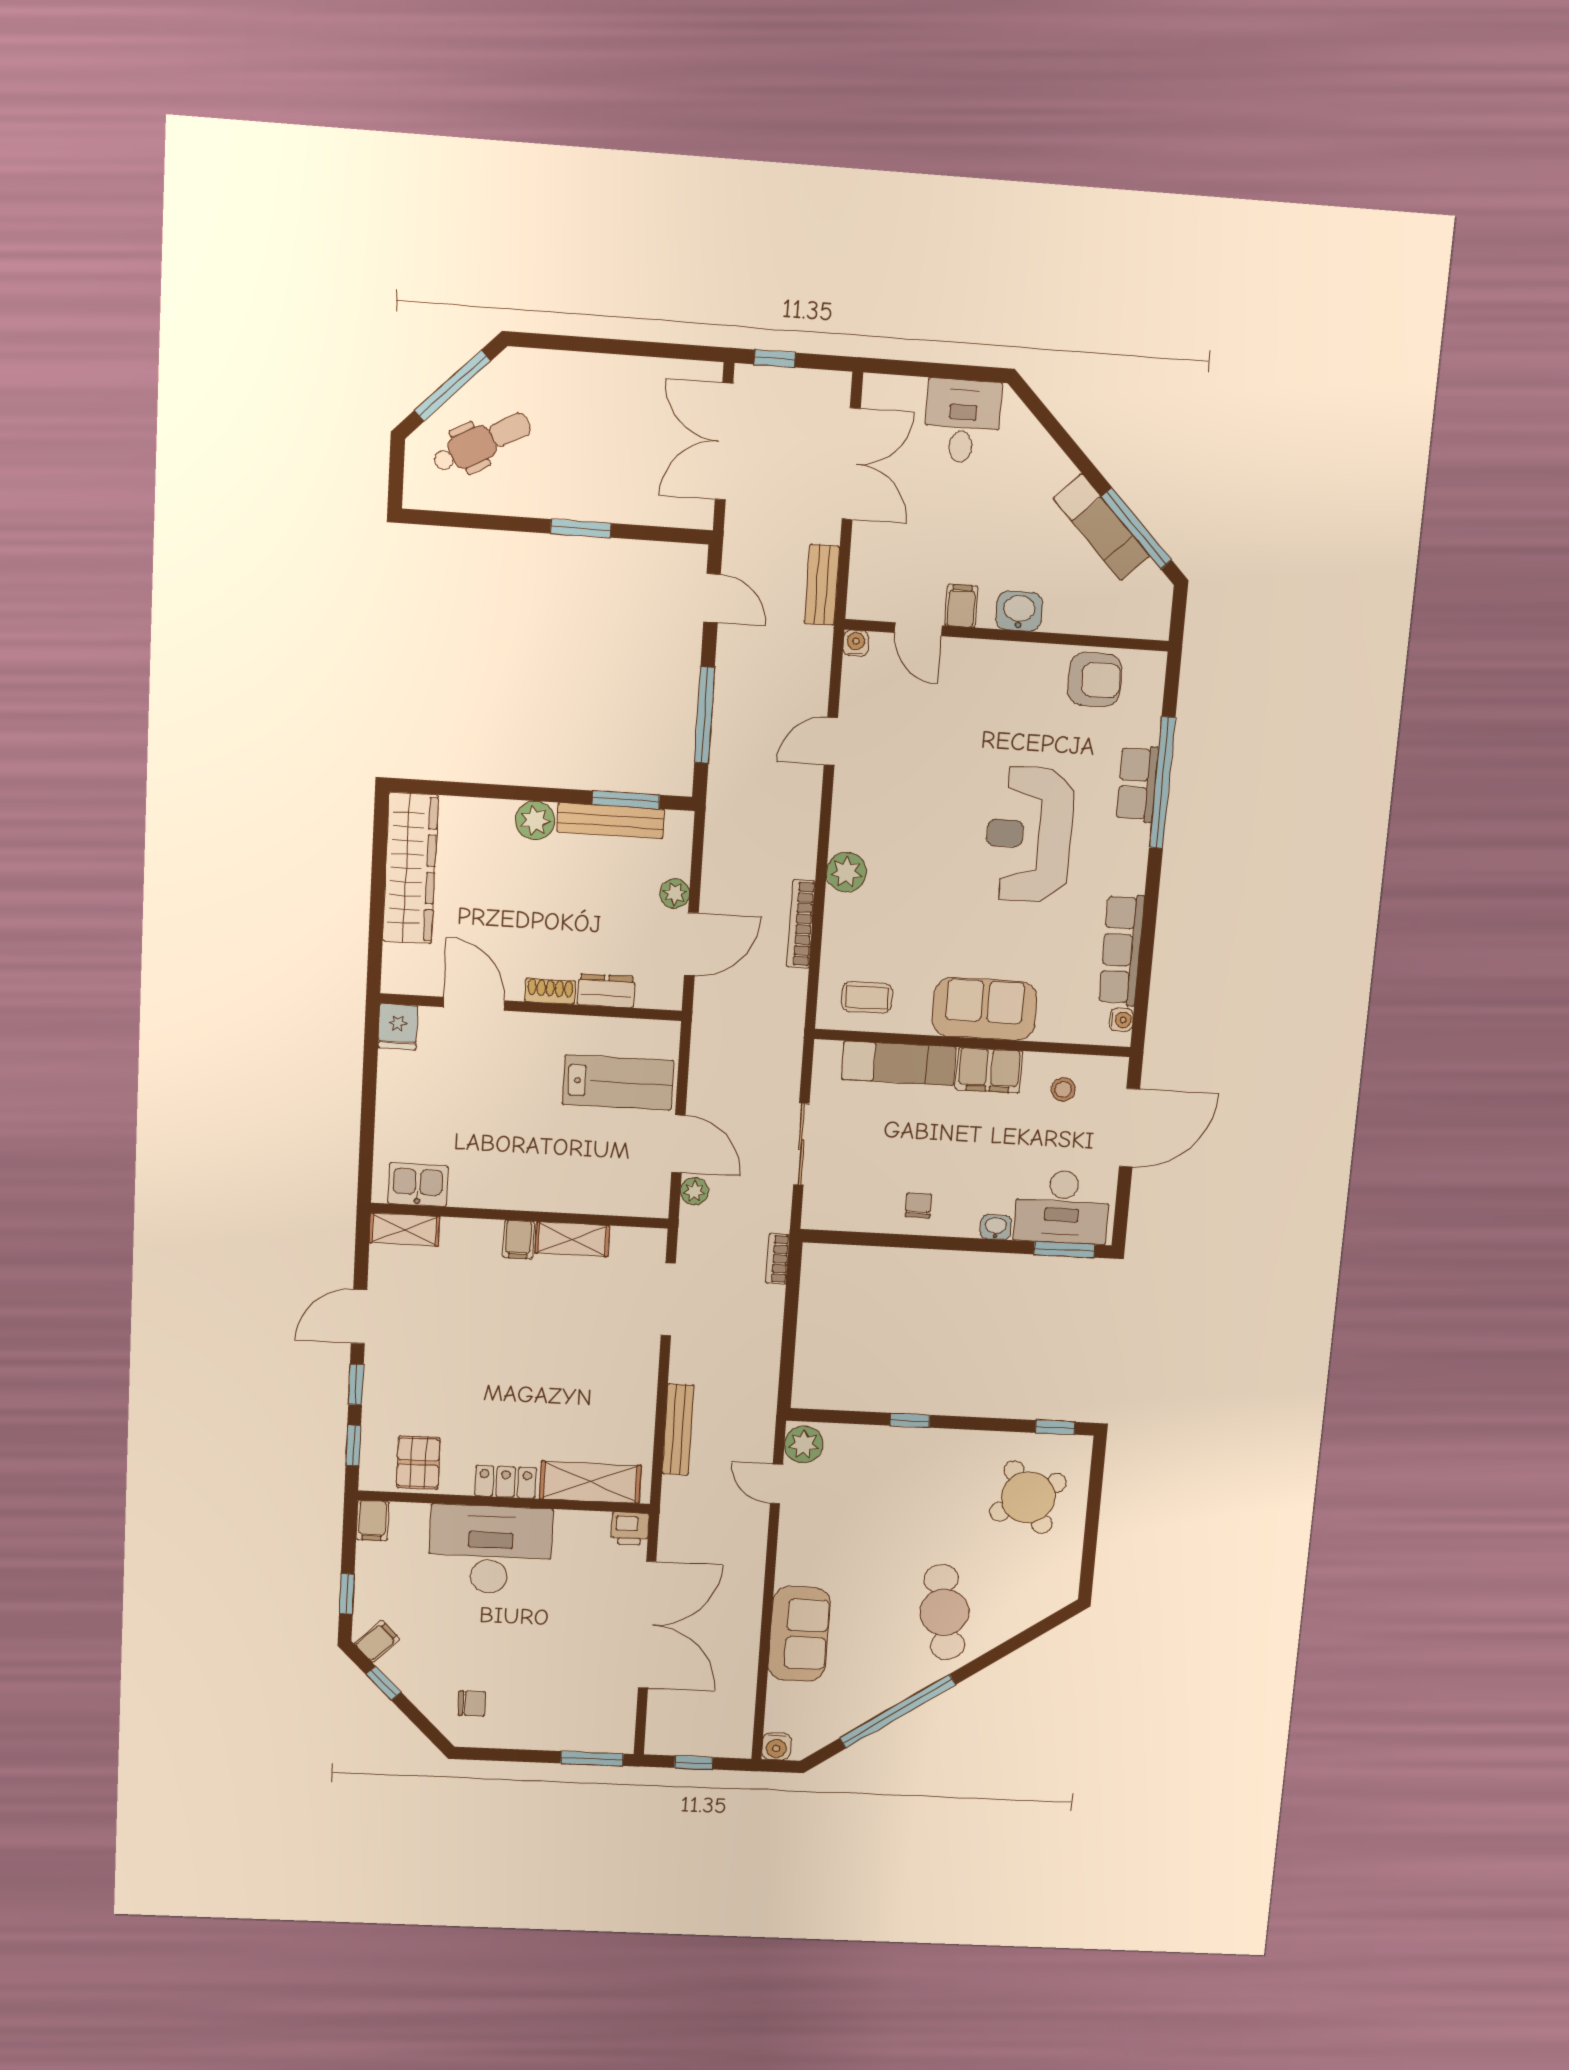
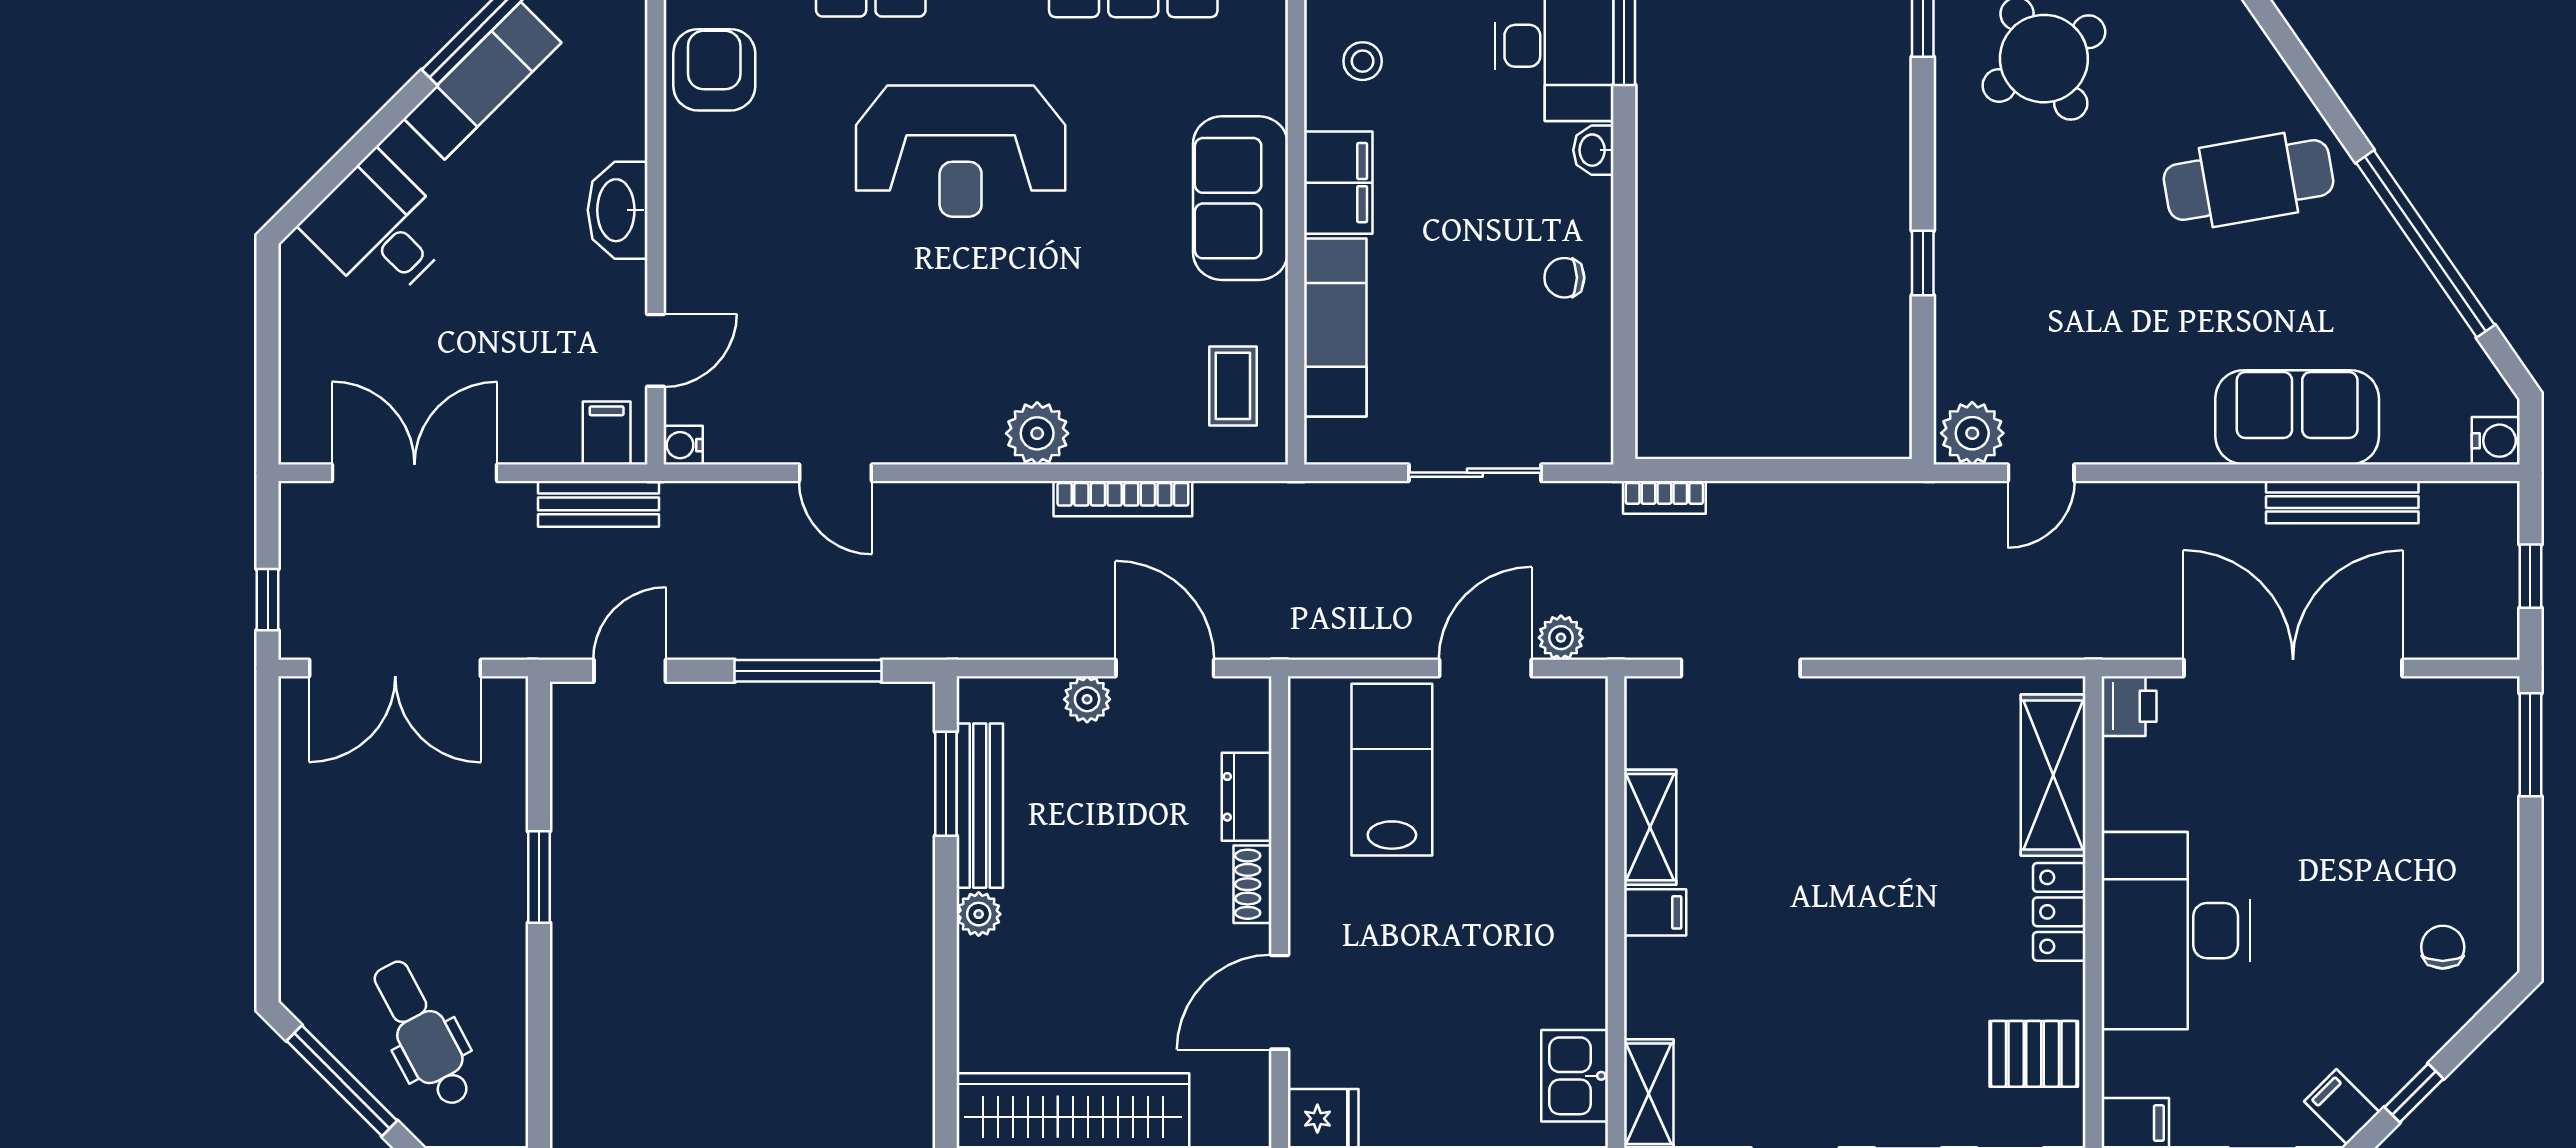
desk: (962, 421) -> (379, 229), moved, turned 45
filing cabinet: (961, 606) -> (607, 433), moved, turned 90
washbasin: (1019, 611) -> (618, 210), width x1.38
plant: (535, 820) -> (979, 914), width x0.73, depth x0.73
bench: (678, 1429) -> (2342, 502), moved

